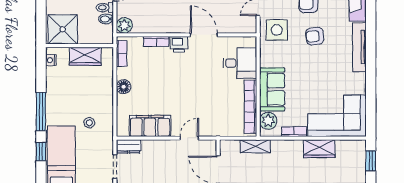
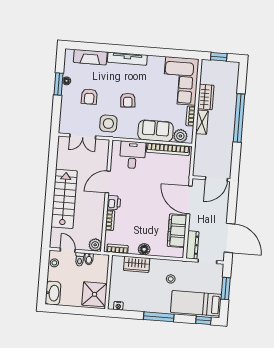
armchair: (315, 36) -> (128, 100), moved
wardrobe: (85, 56) -> (137, 264), moved, turned 90
door: (189, 138) -> (189, 200), width x1.87
dresser: (128, 146) -> (192, 245), width x1.44
shelving: (255, 146) -> (202, 122), moved
window: (41, 151) -> (203, 320), moved

